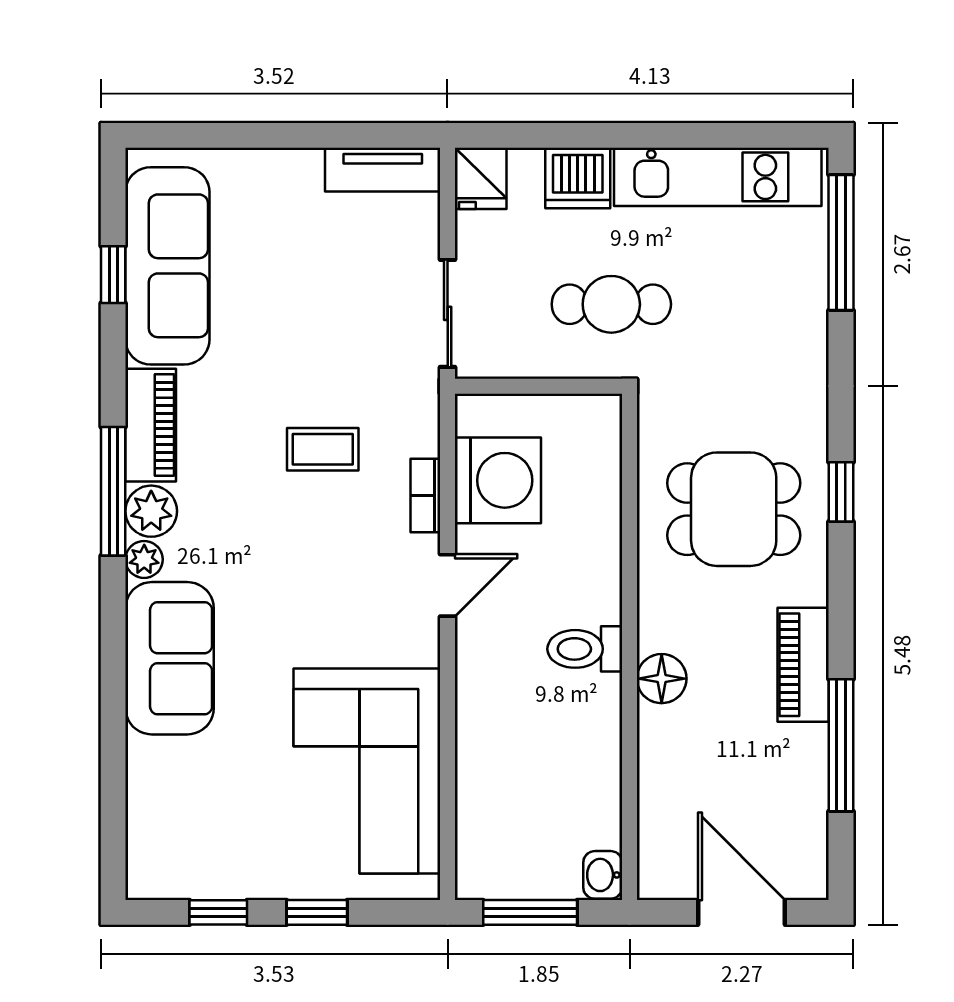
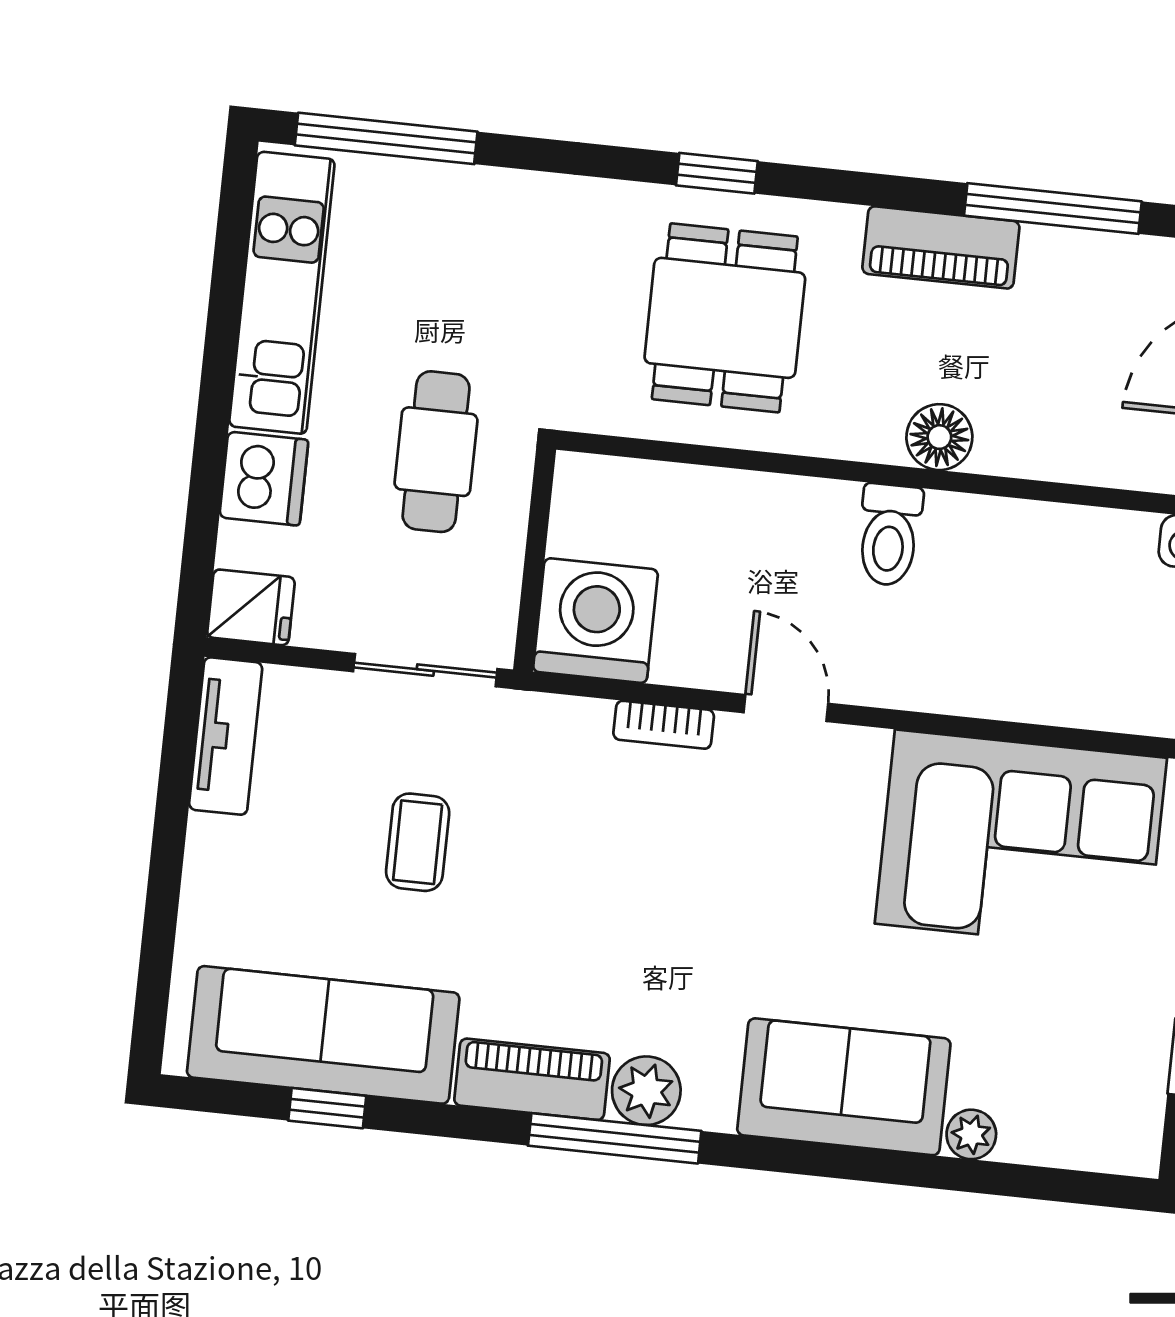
coffee table: (323, 449) -> (418, 842), moved
washing machine: (498, 480) -> (596, 621), moved
plant: (144, 559) -> (971, 1134), moved

